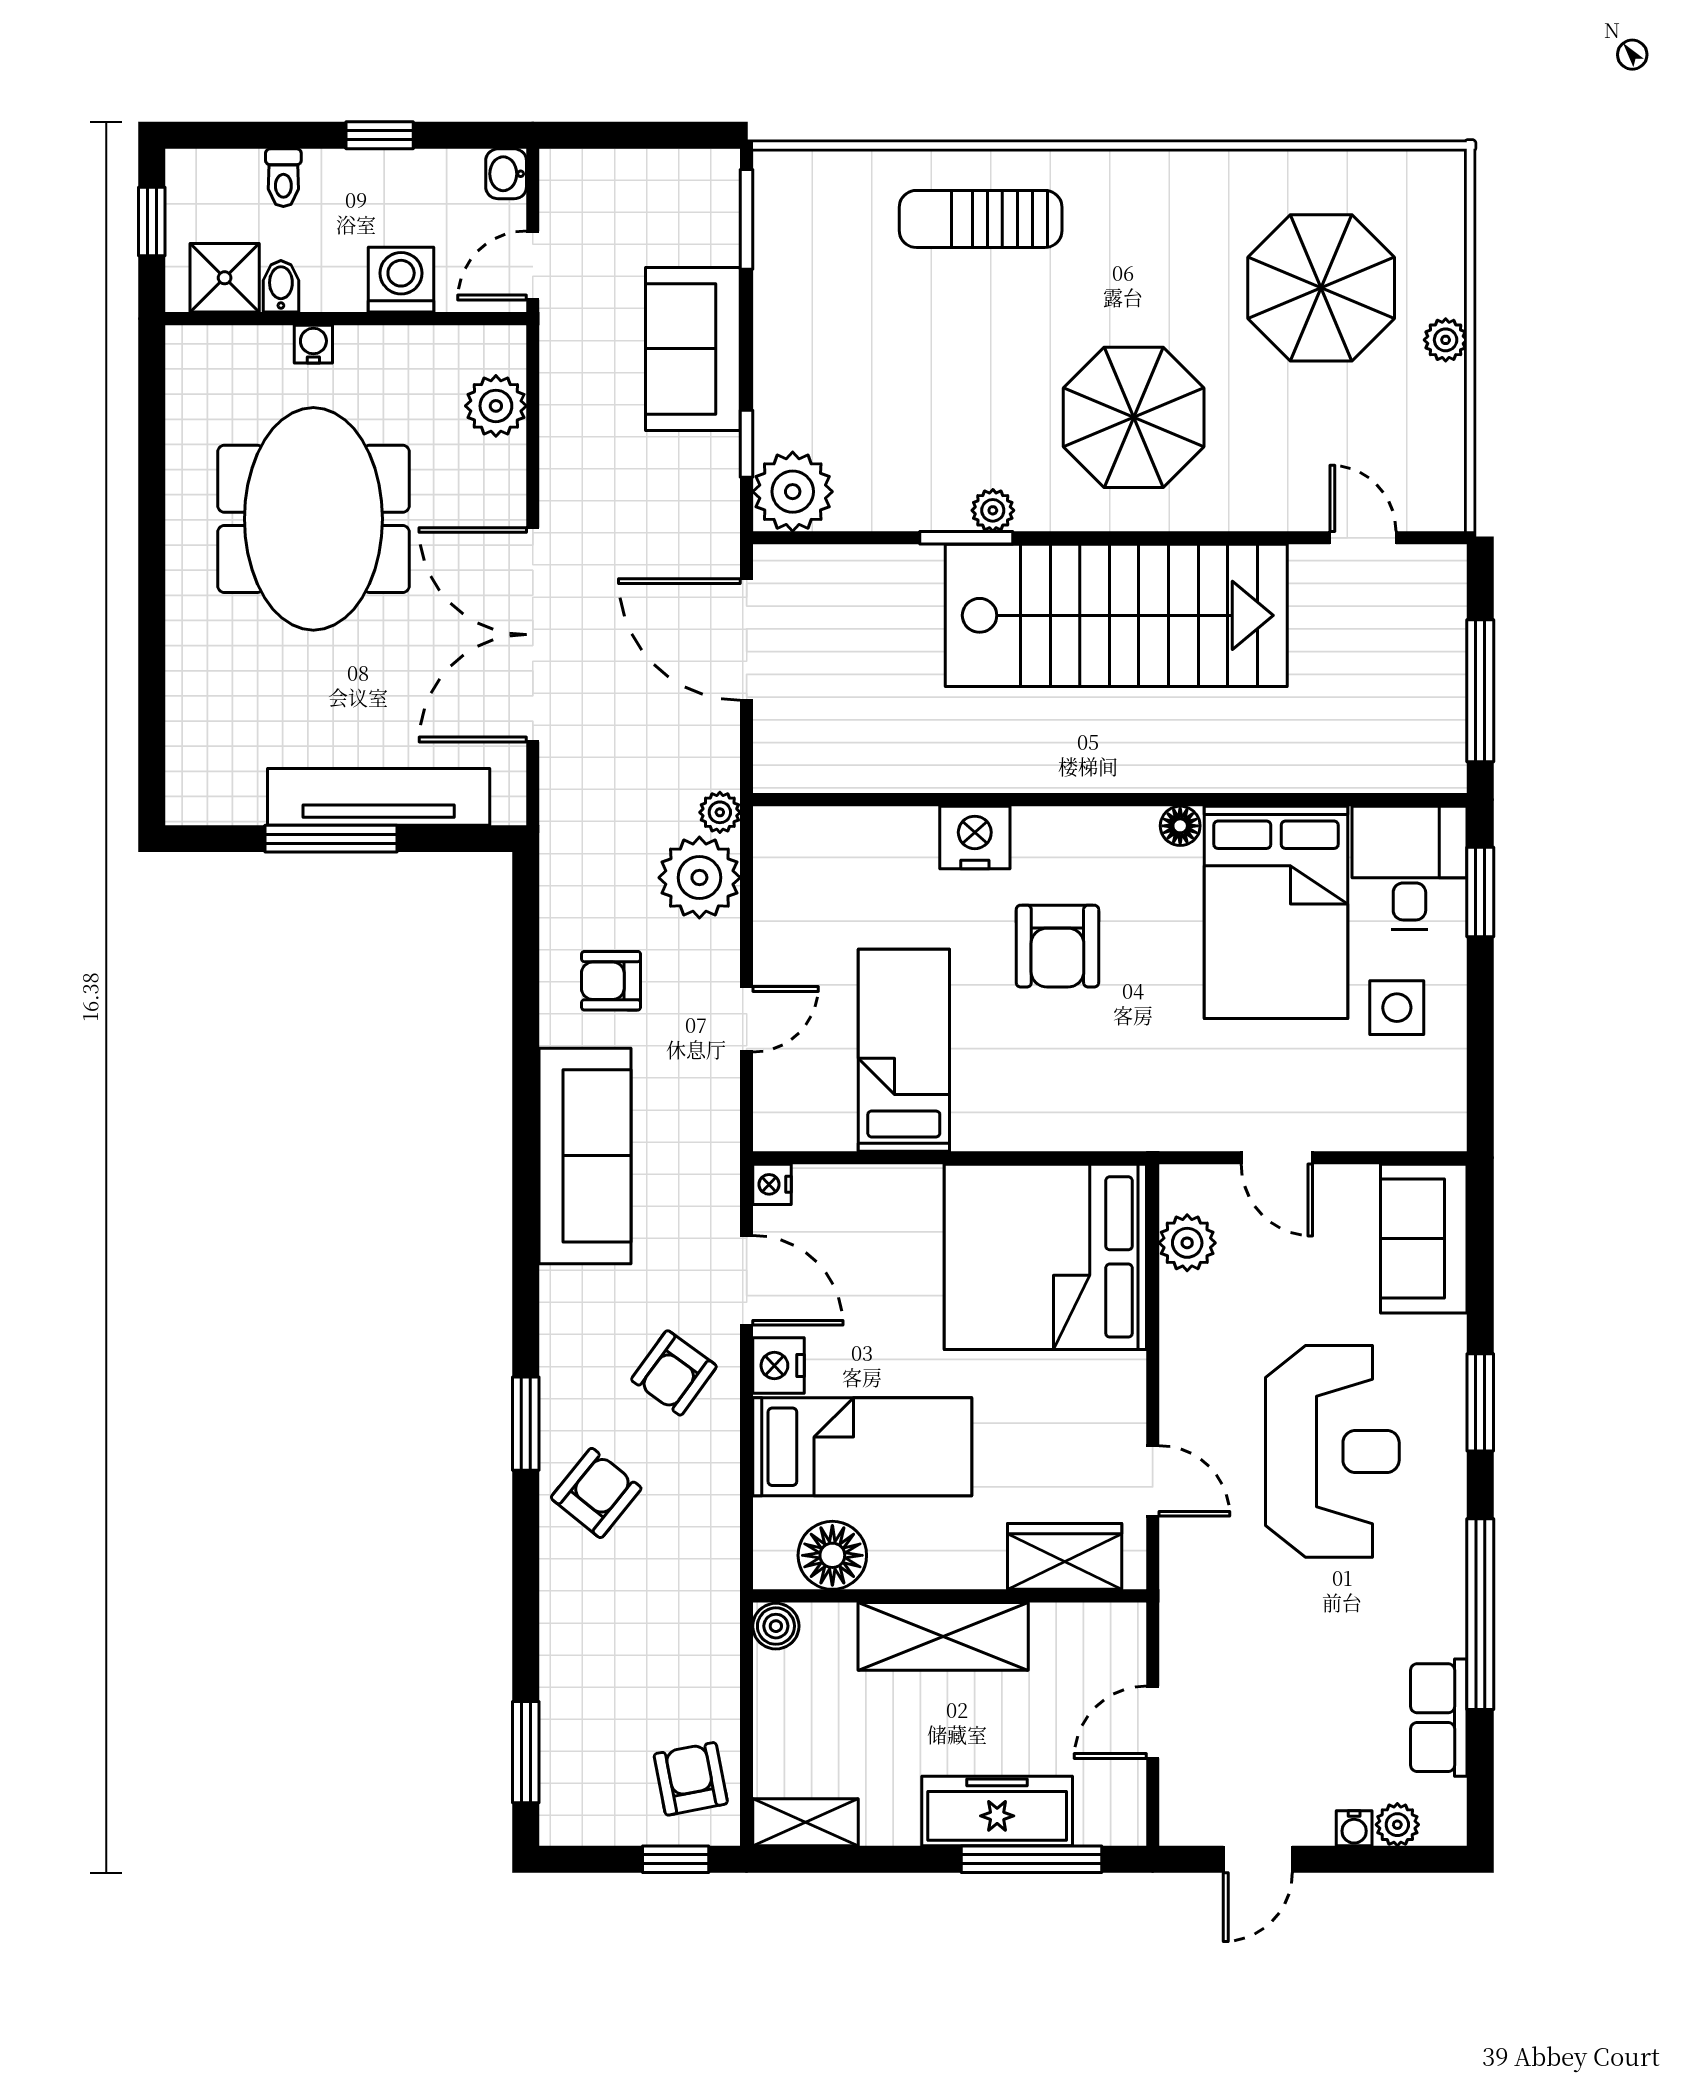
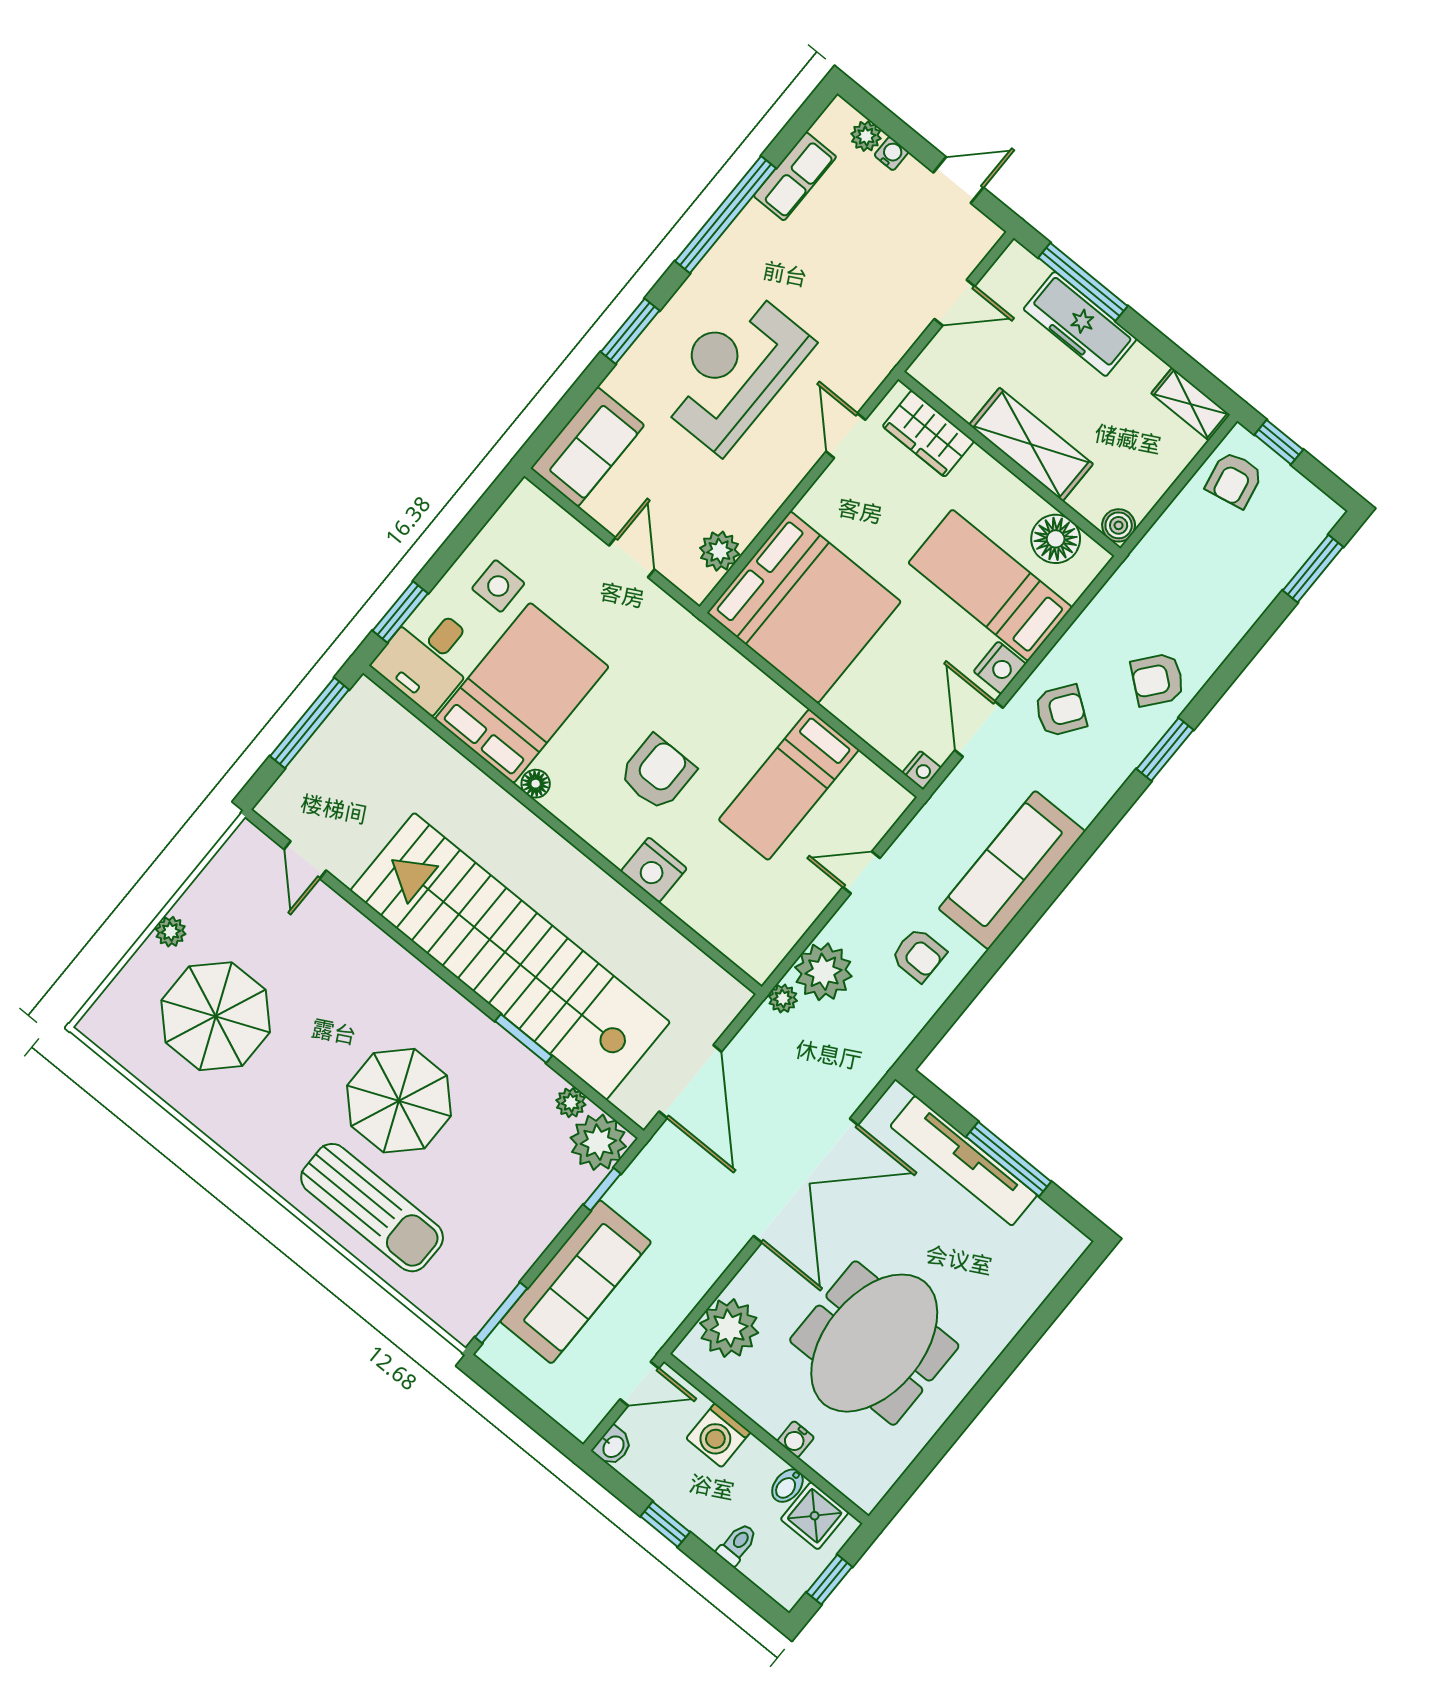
sun lounger: (981, 219) -> (372, 1208), width x1.36, depth x1.34
sofa: (693, 349) -> (576, 1282), width x1.36
plant: (496, 406) -> (729, 1328), width x1.36, depth x1.36
parasol: (1134, 417) -> (399, 1101), moved
plant: (993, 510) -> (571, 1103), moved
stairs: (1116, 615) -> (510, 956), width x1.36

